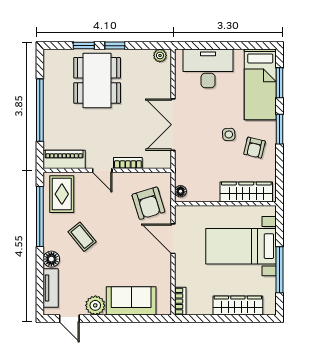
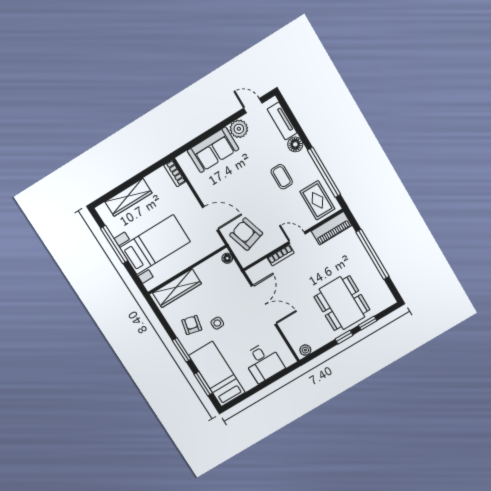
desk: (208, 68) -> (263, 362), width x0.73
coffee table: (82, 237) -> (282, 177), turned 39

